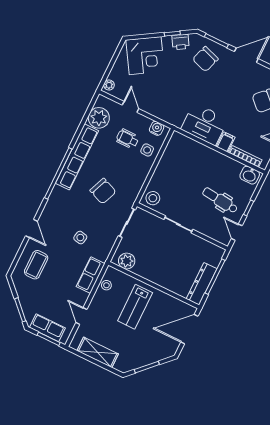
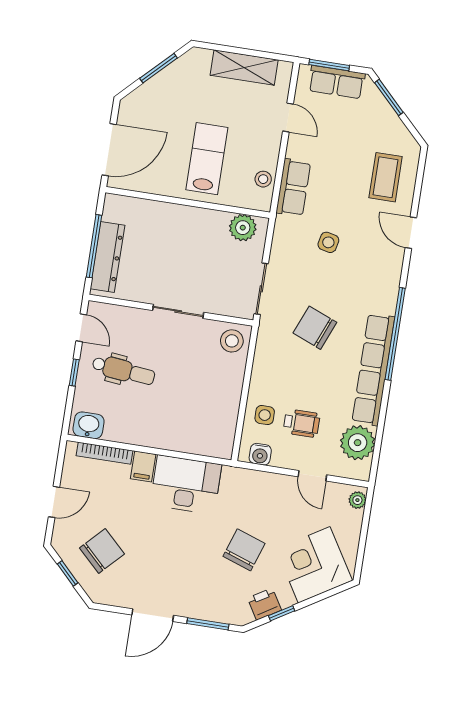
chair: (205, 59) -> (244, 550), moved
dresser: (202, 284) -> (107, 257), moved

